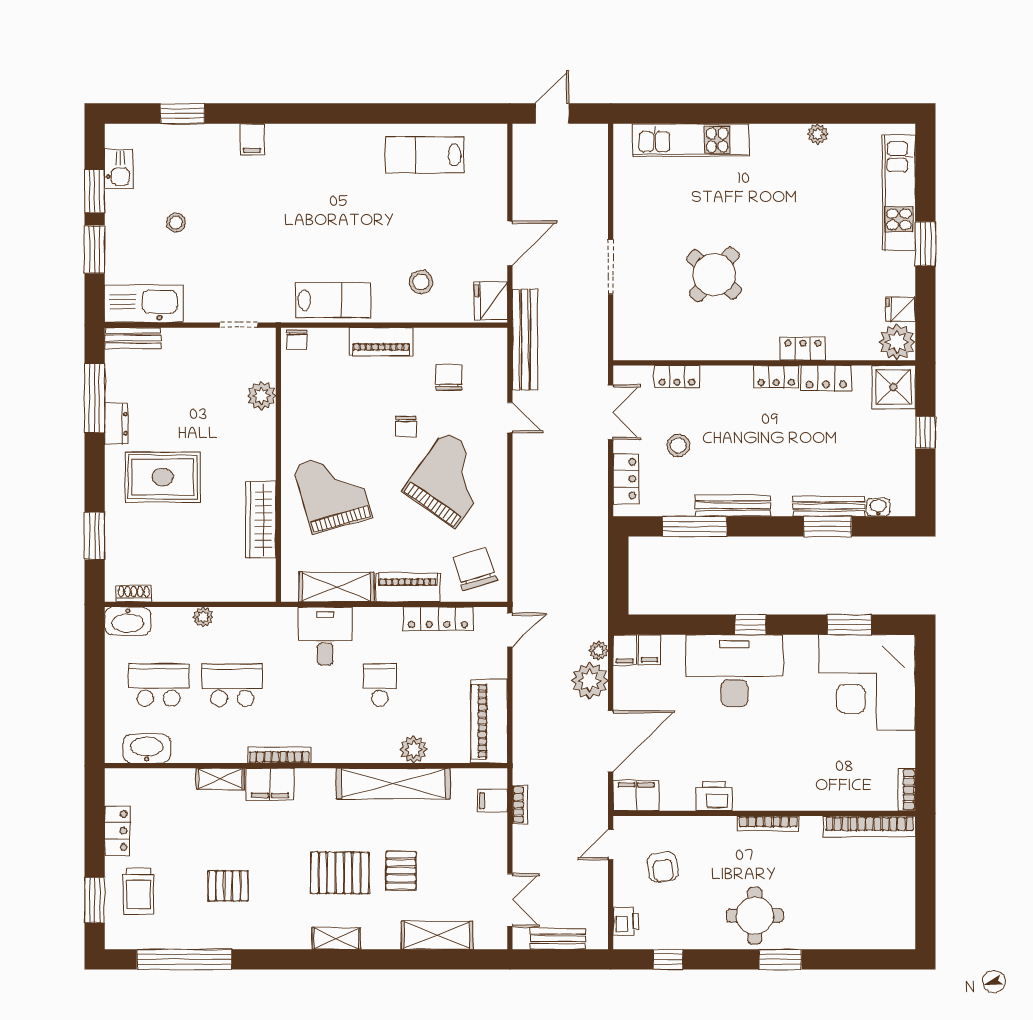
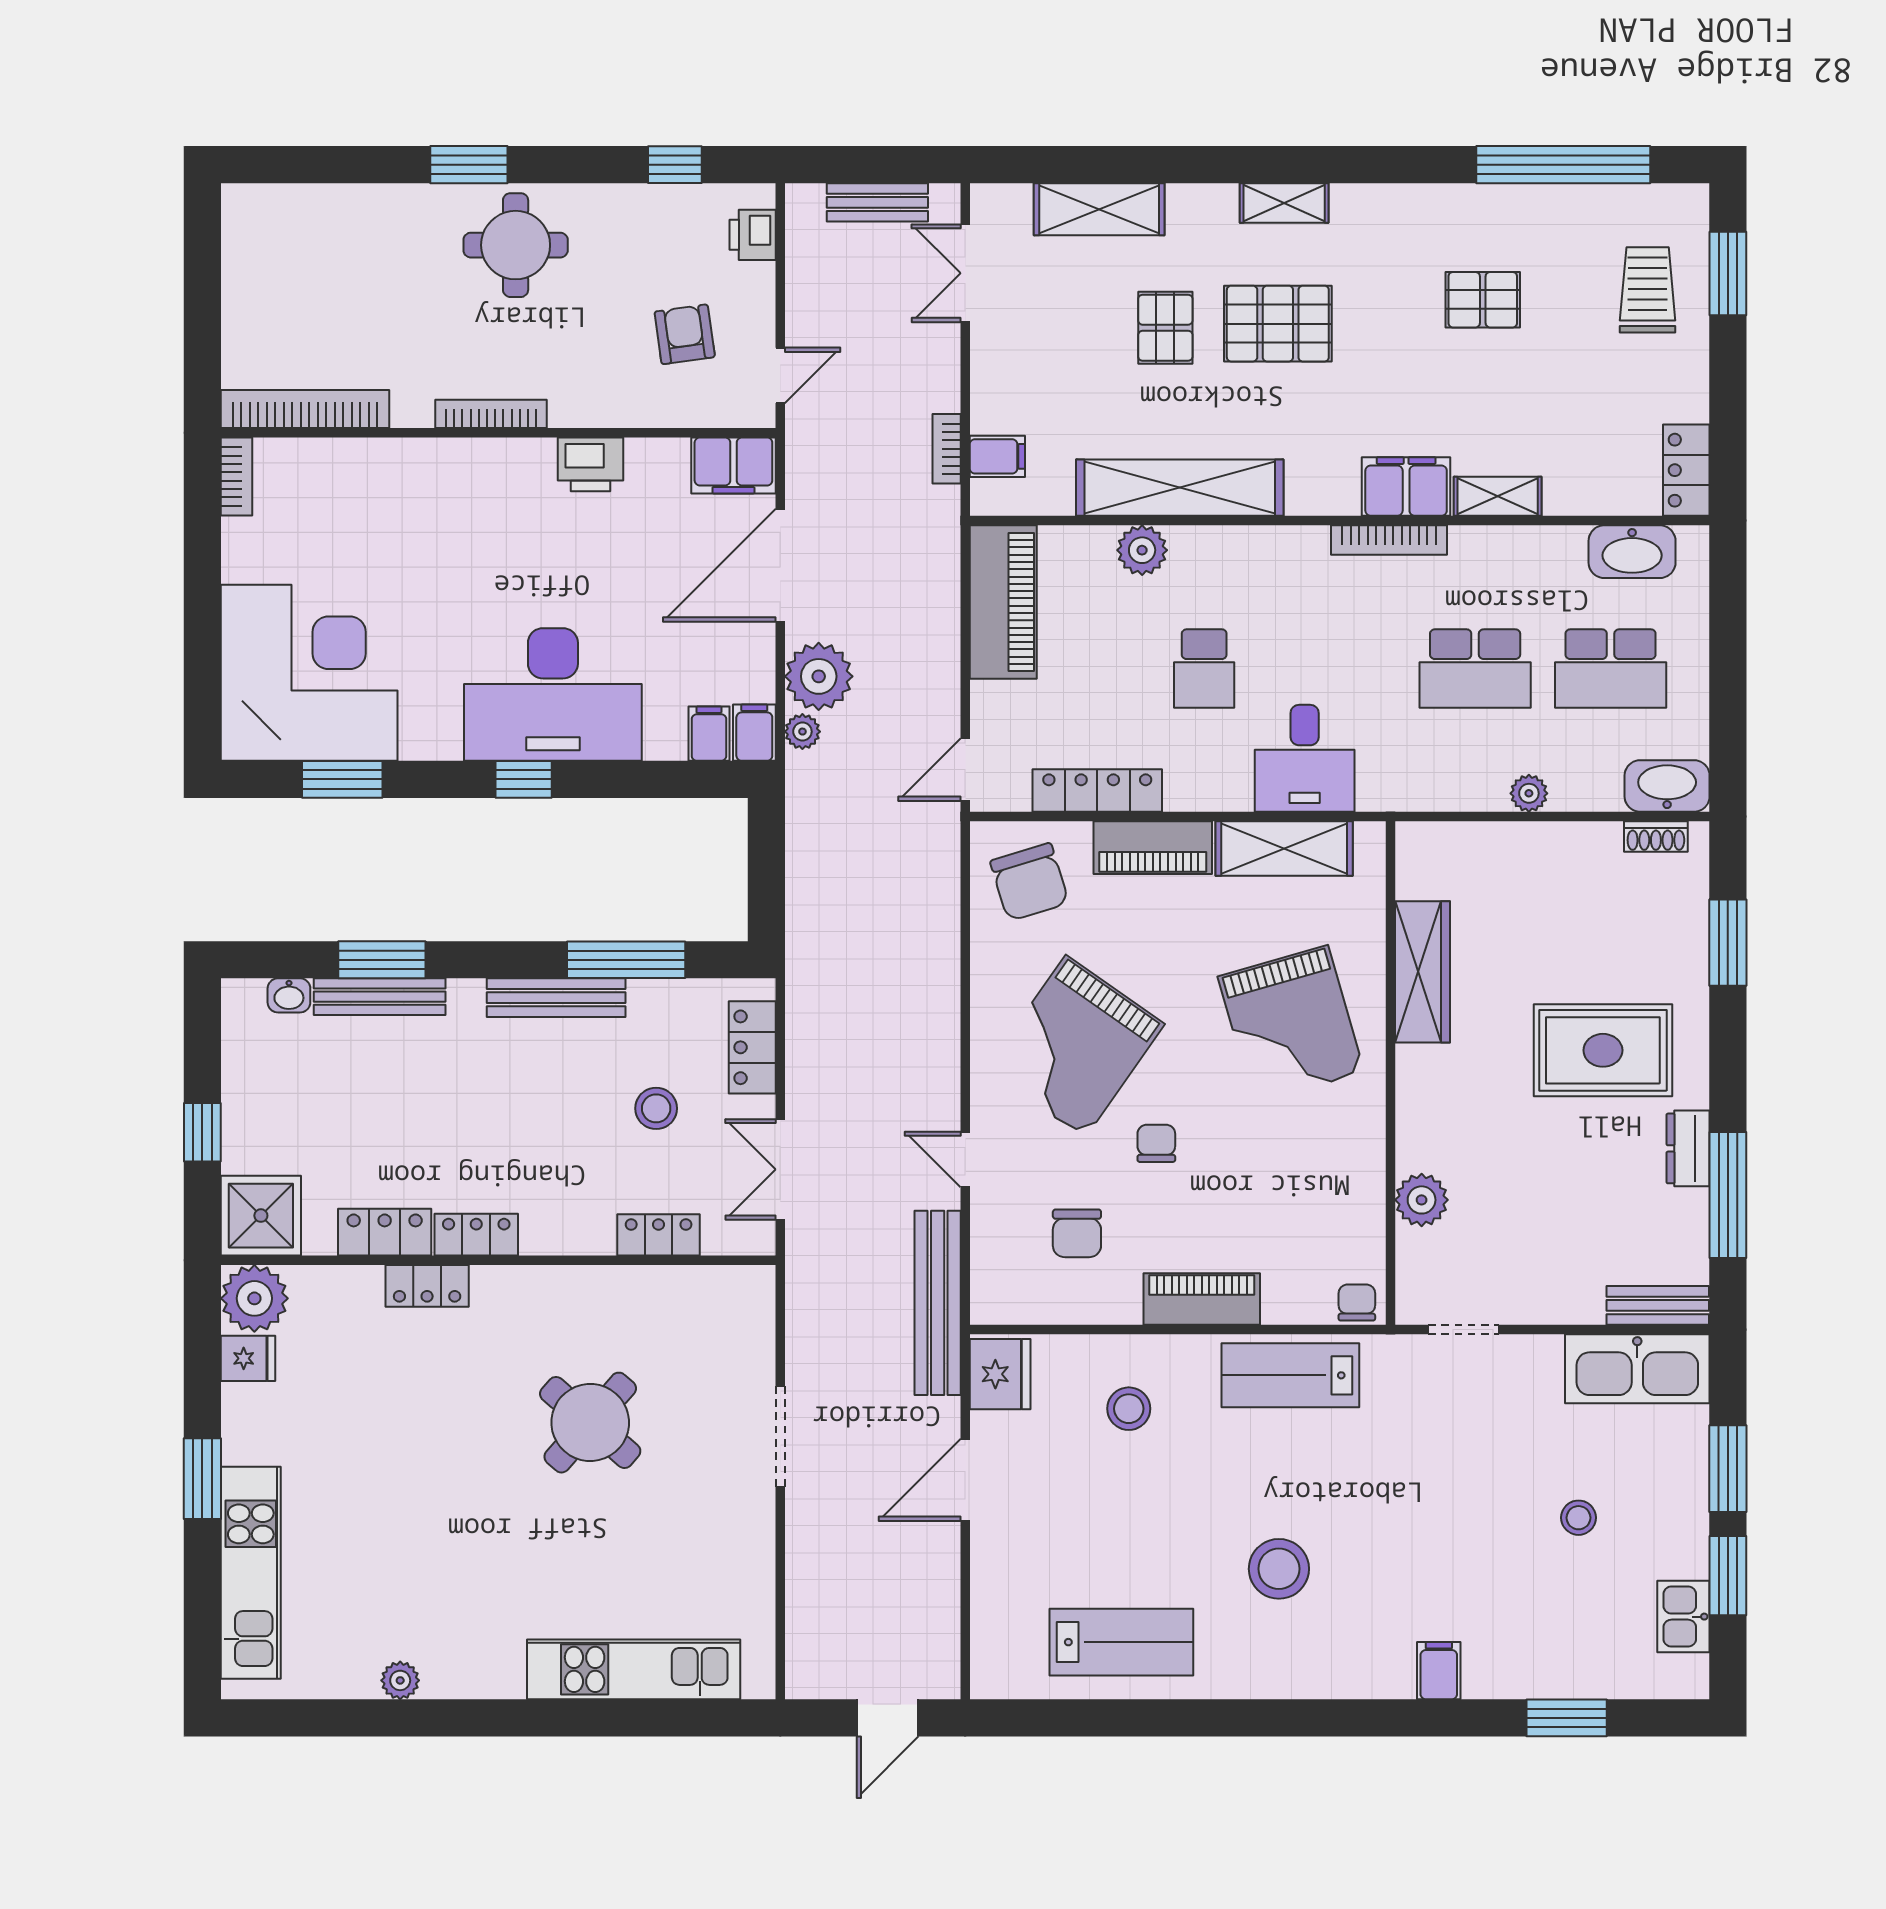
stool: (339, 195) -> (1279, 1569), added
locker: (117, 831) -> (1686, 470), moved

